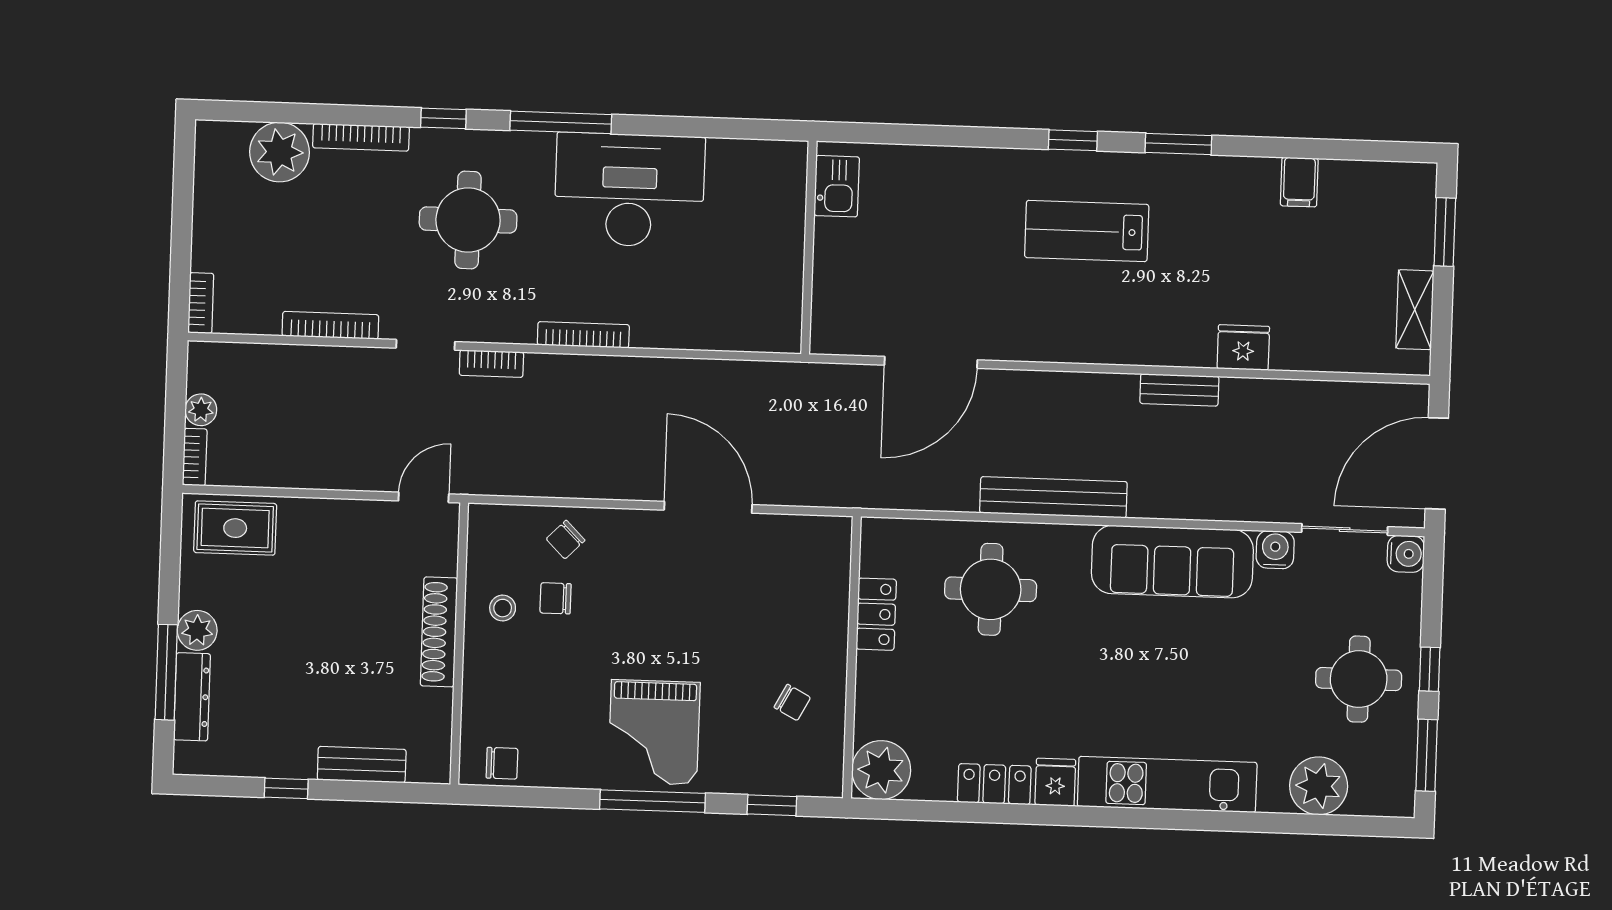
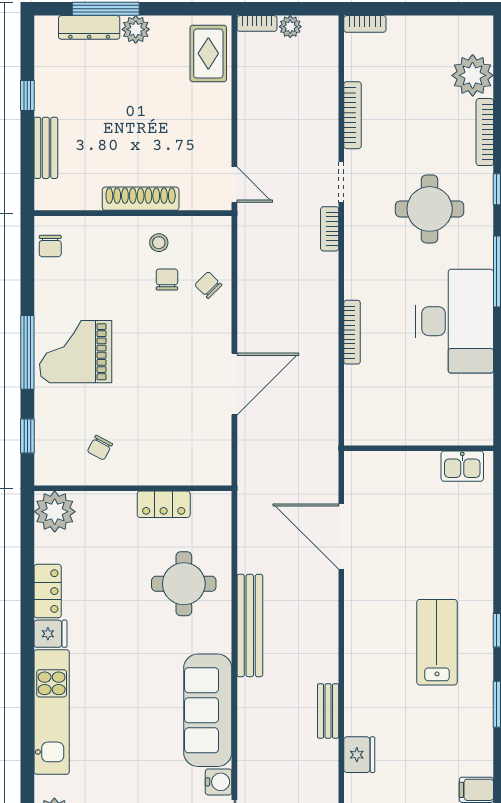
bookcase: (583, 335) -> (352, 332), moved

